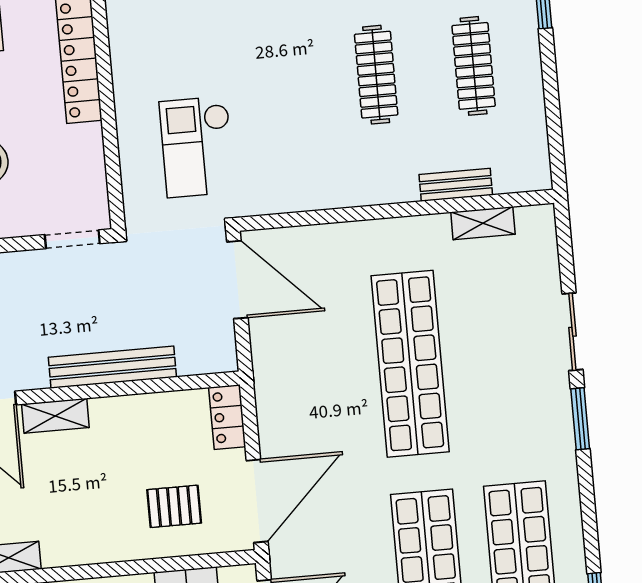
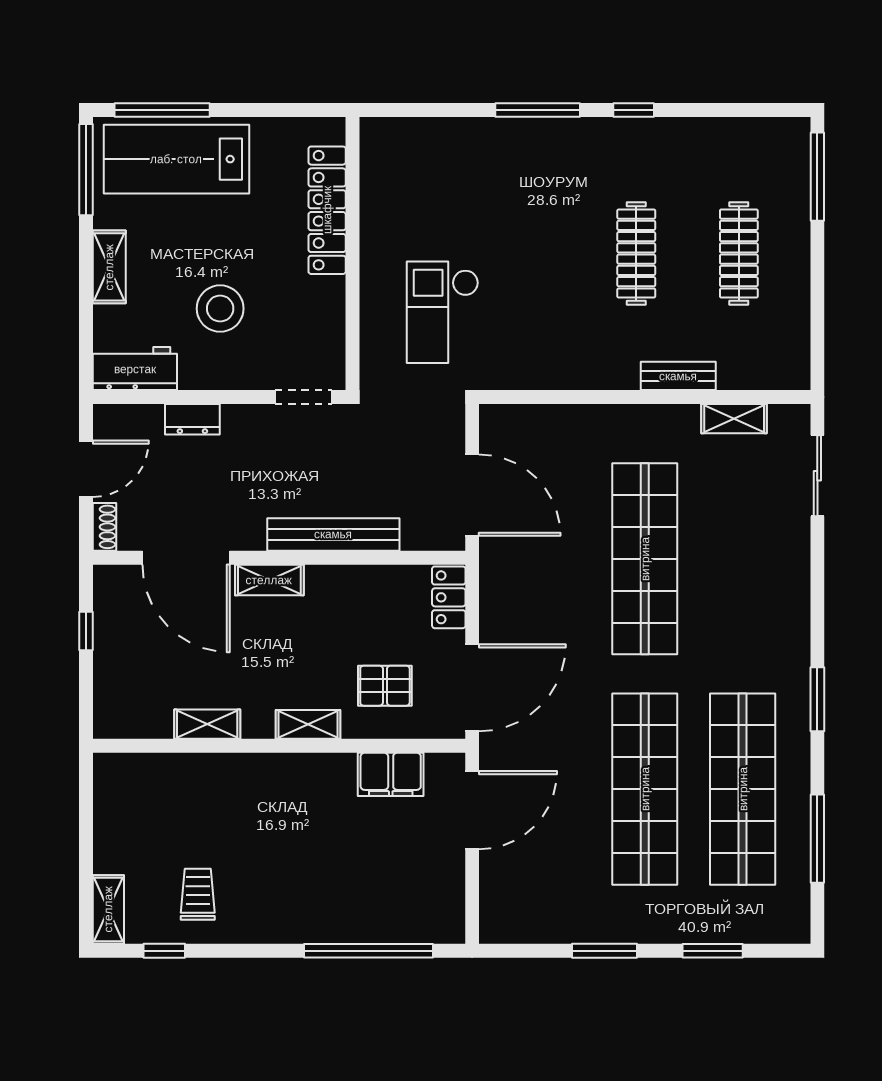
bench: (456, 185) -> (678, 376), moved
door: (237, 280) -> (472, 495), moved
sliding door: (572, 332) -> (817, 476), moved
window: (580, 419) -> (817, 699), moved
shelving: (104, 550) -> (308, 724), added

